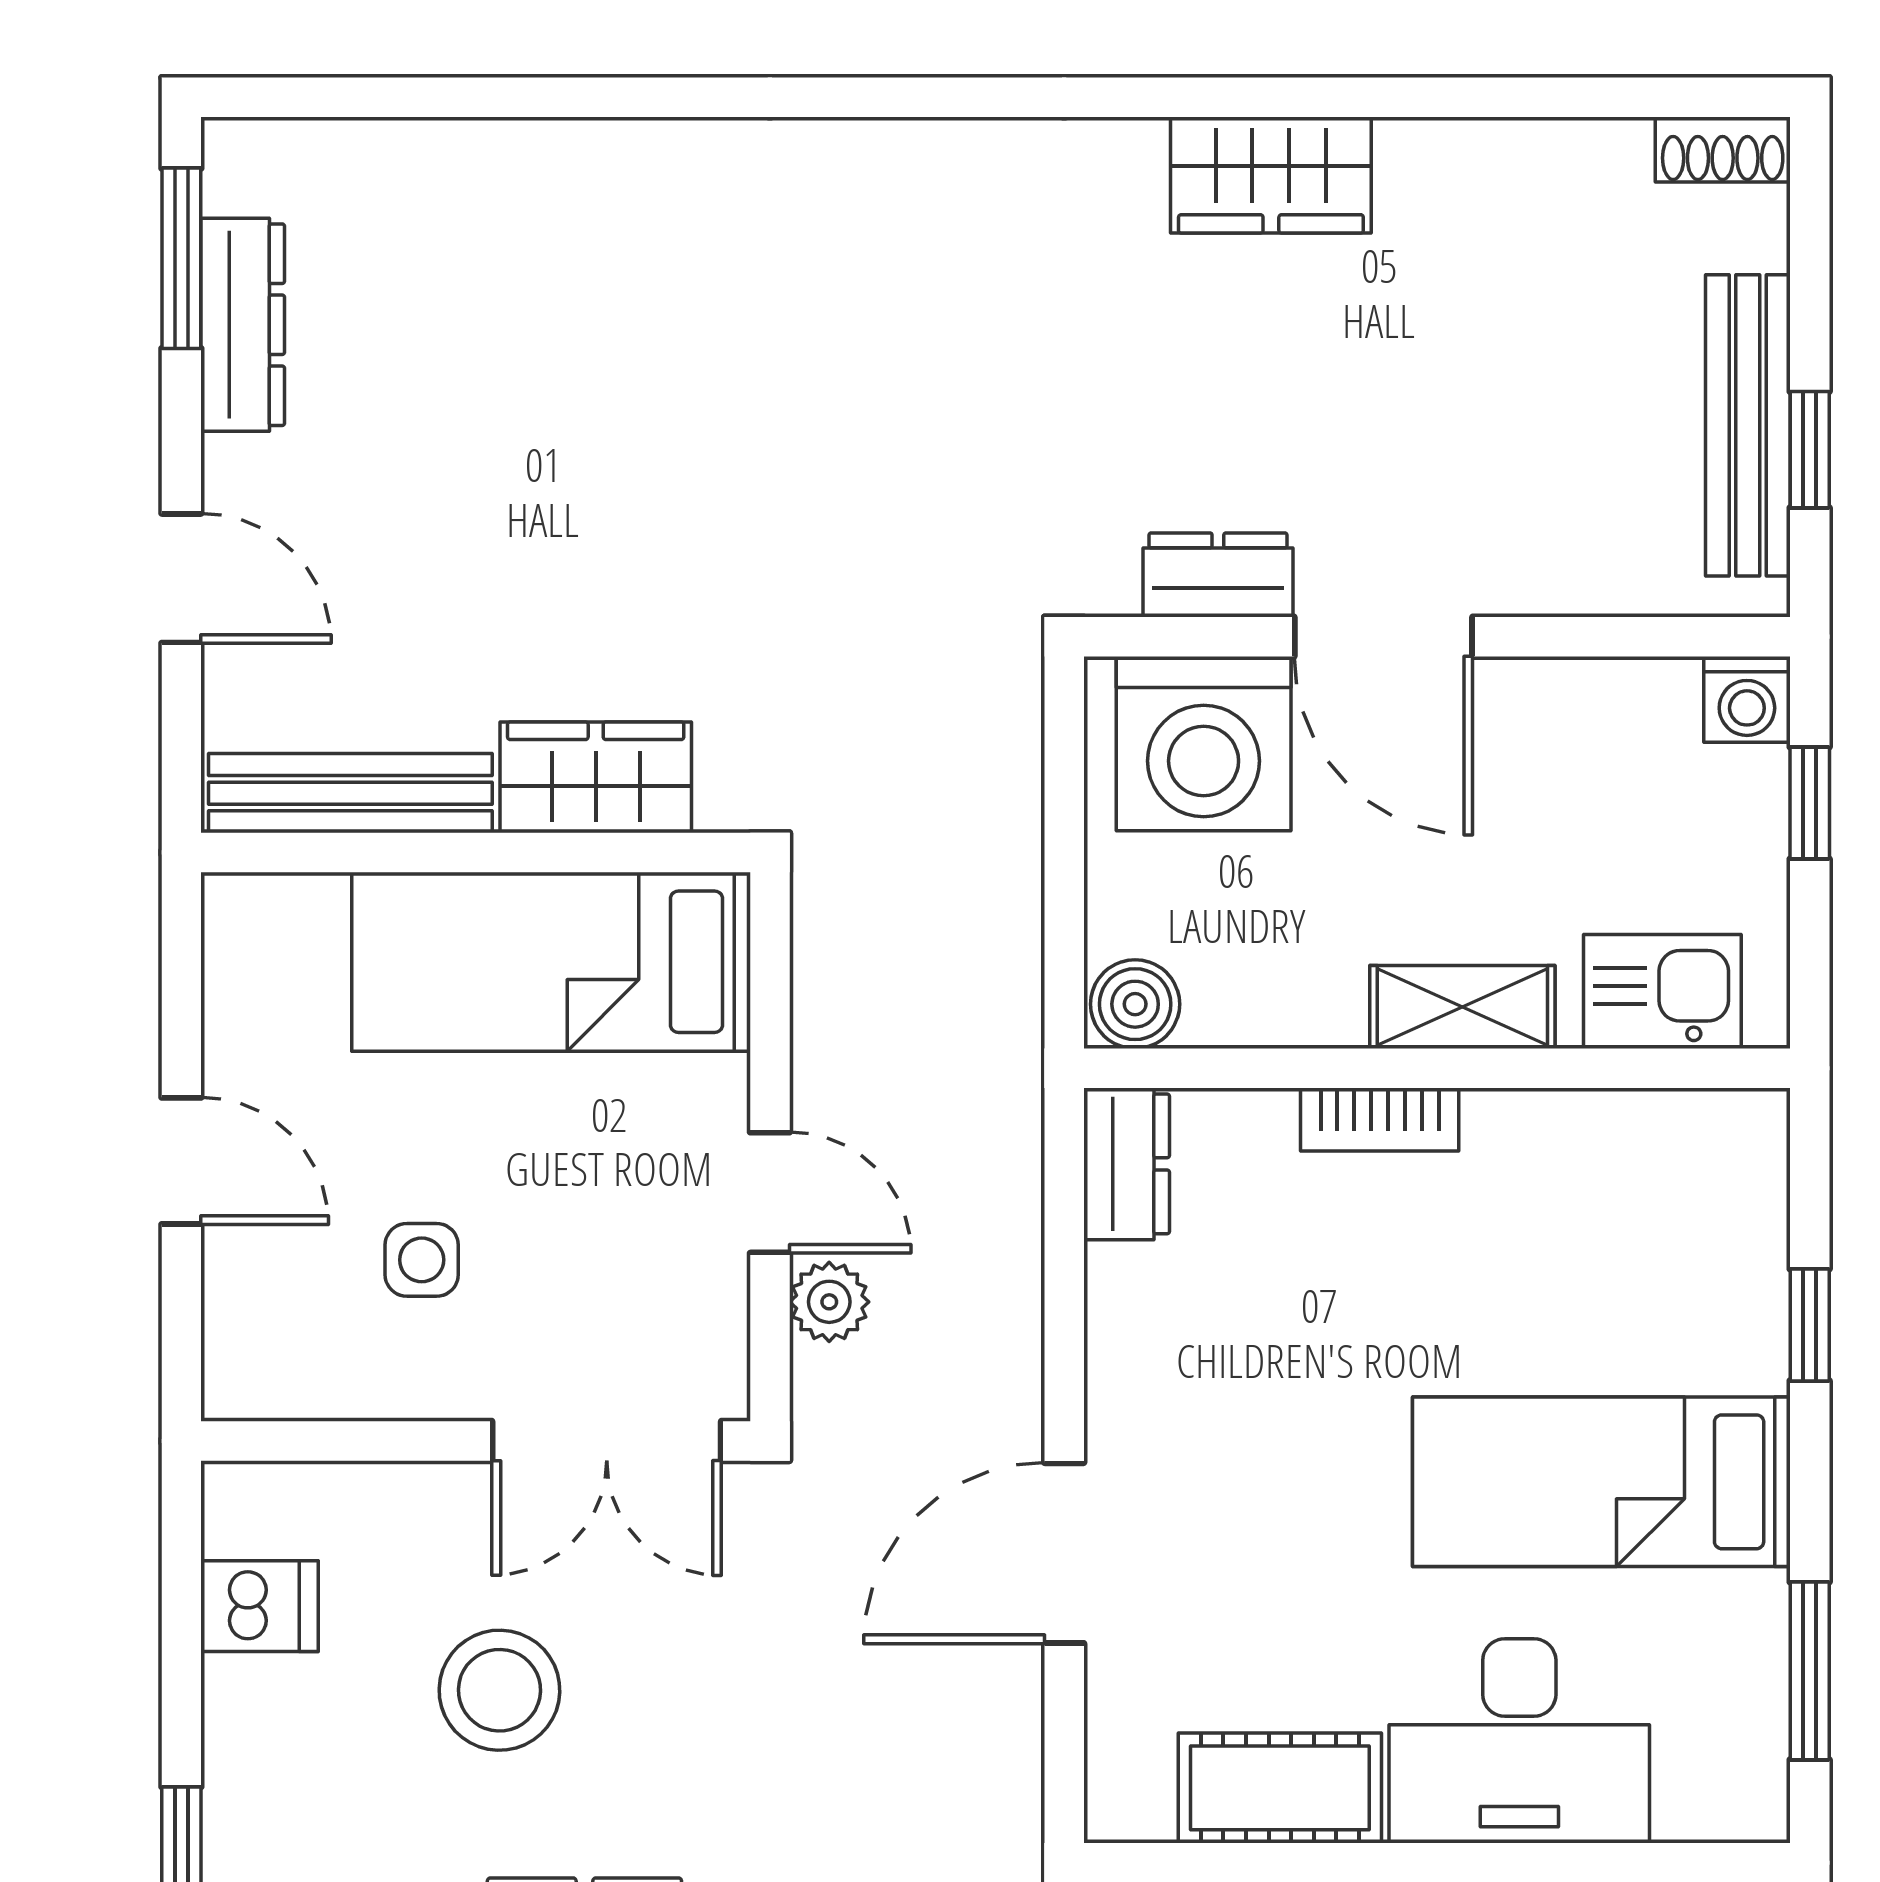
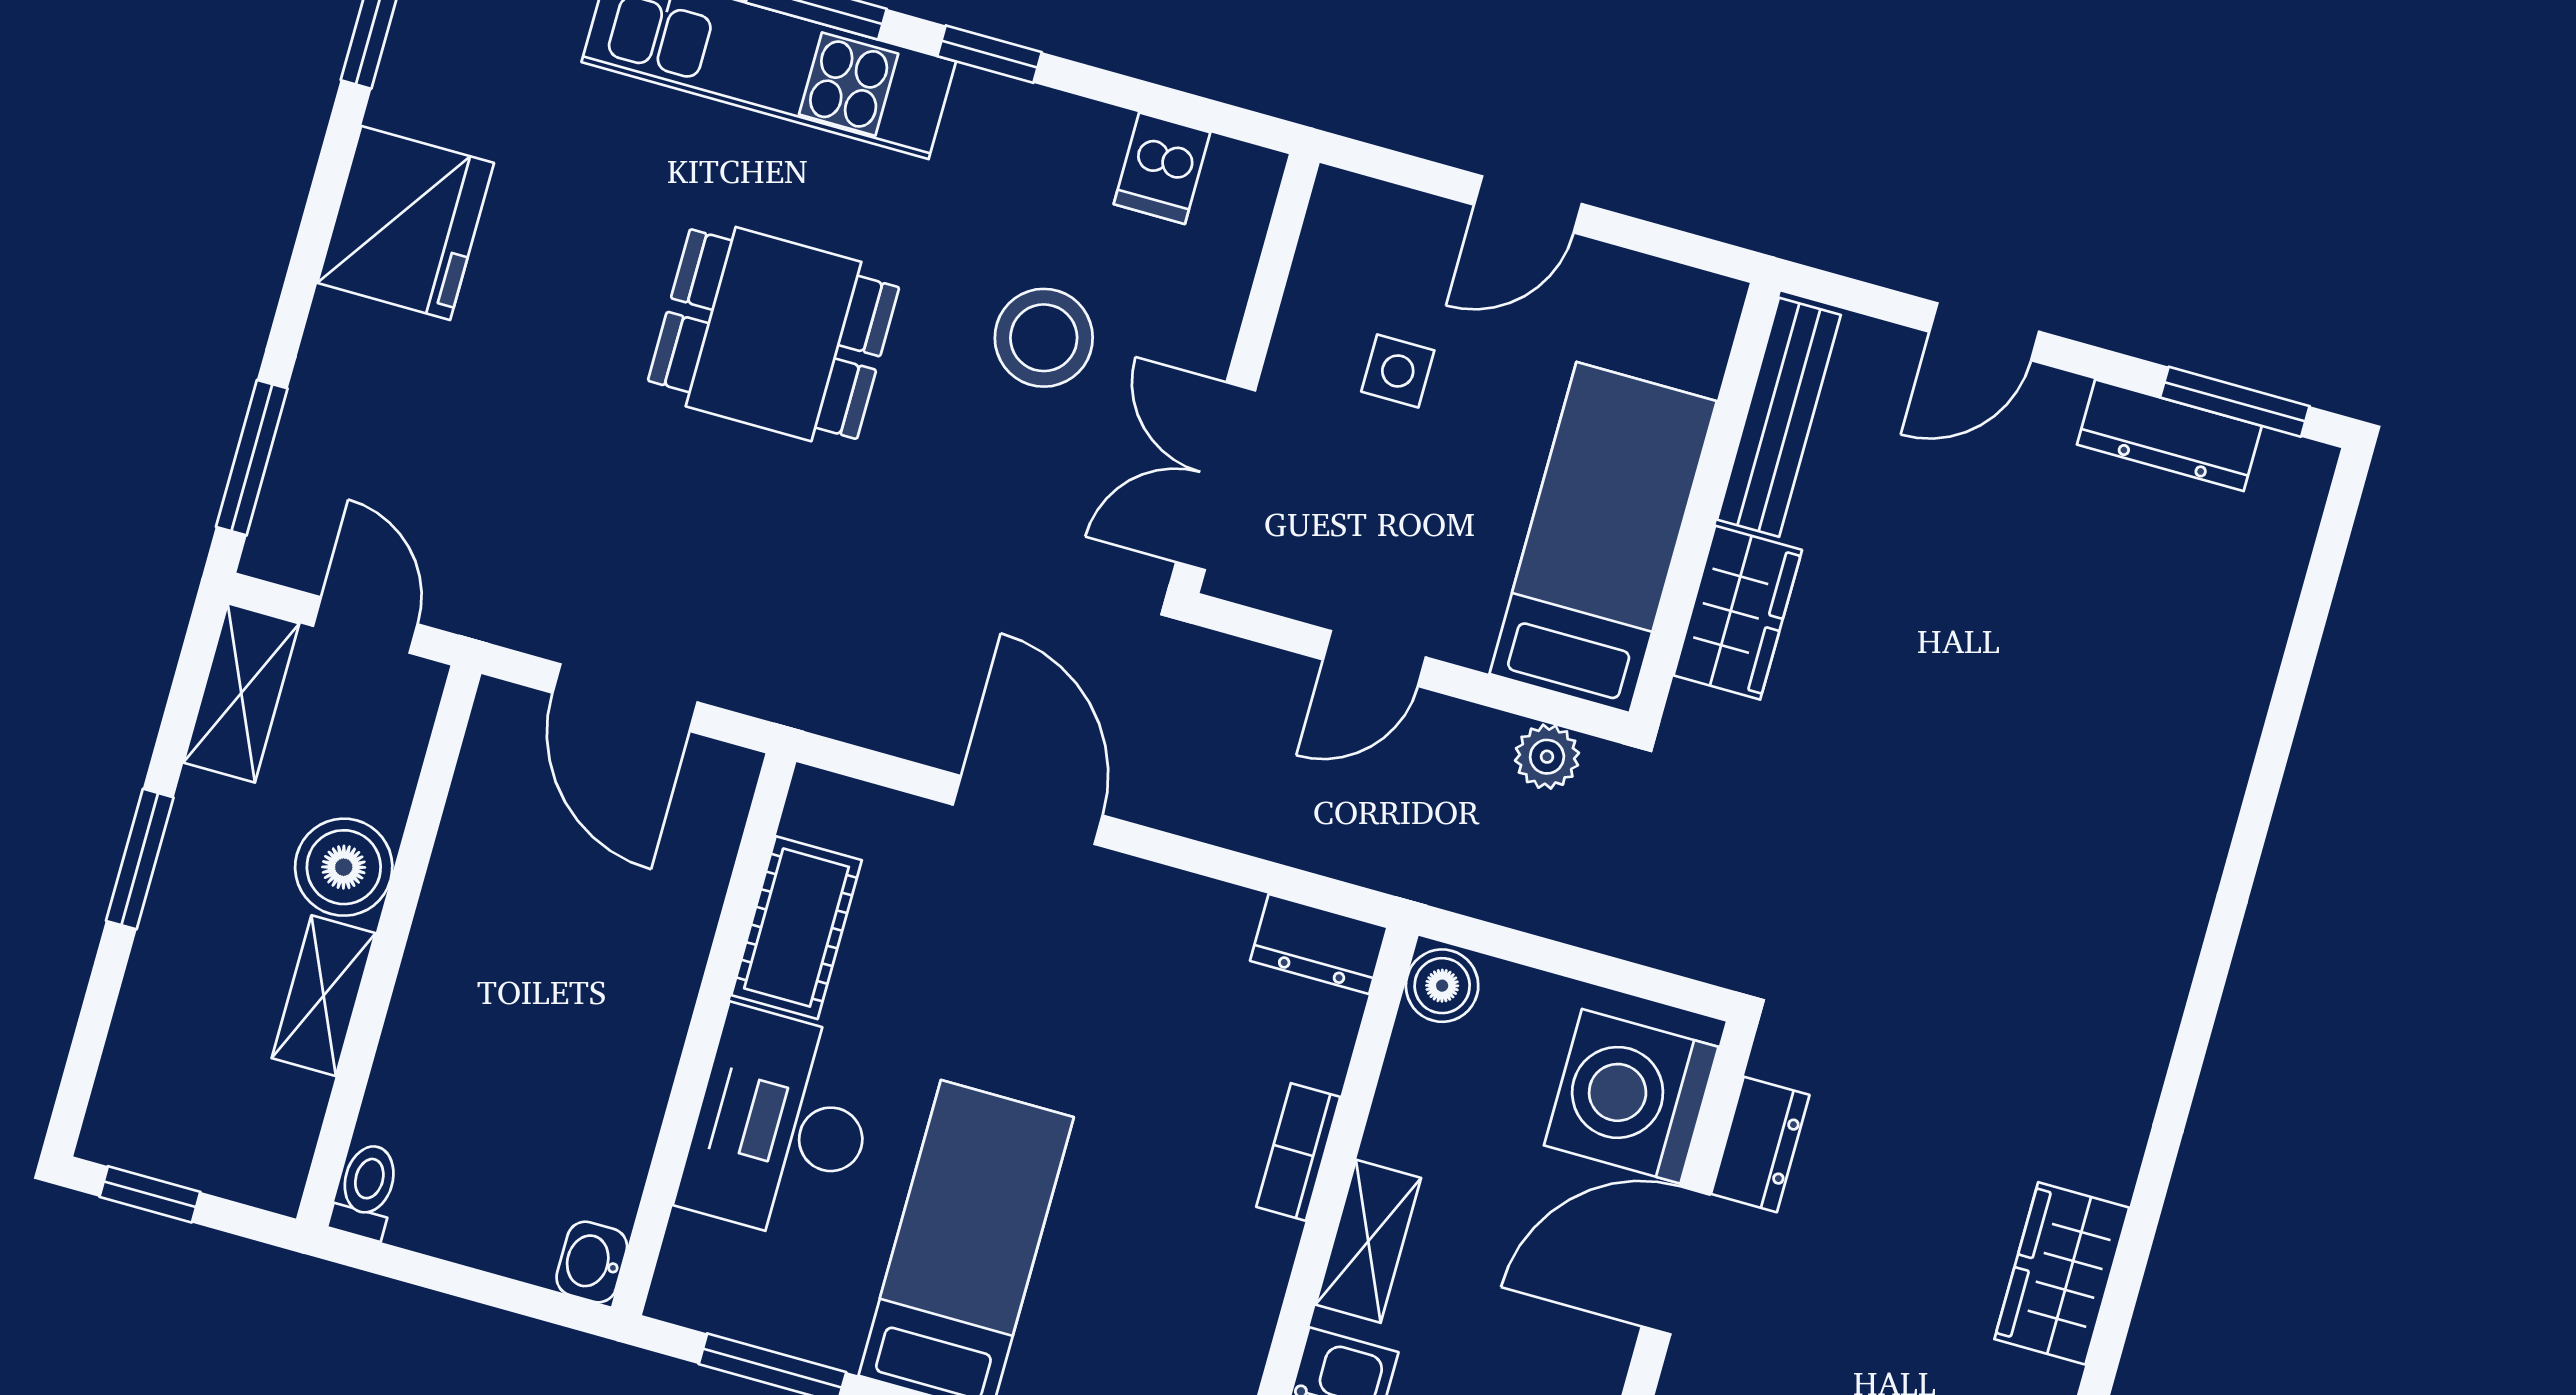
plant: (829, 1302) -> (1547, 757), moved

